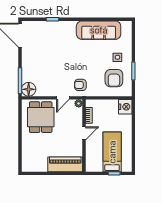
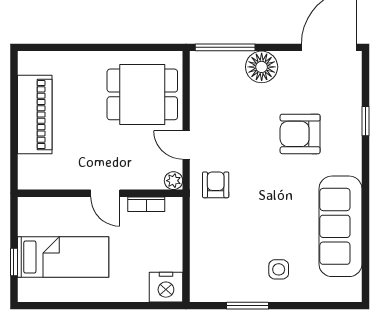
armchair: (114, 78) -> (300, 134), moved
floor lamp: (29, 89) -> (262, 67), moved
piano: (65, 164) -> (35, 115), moved

